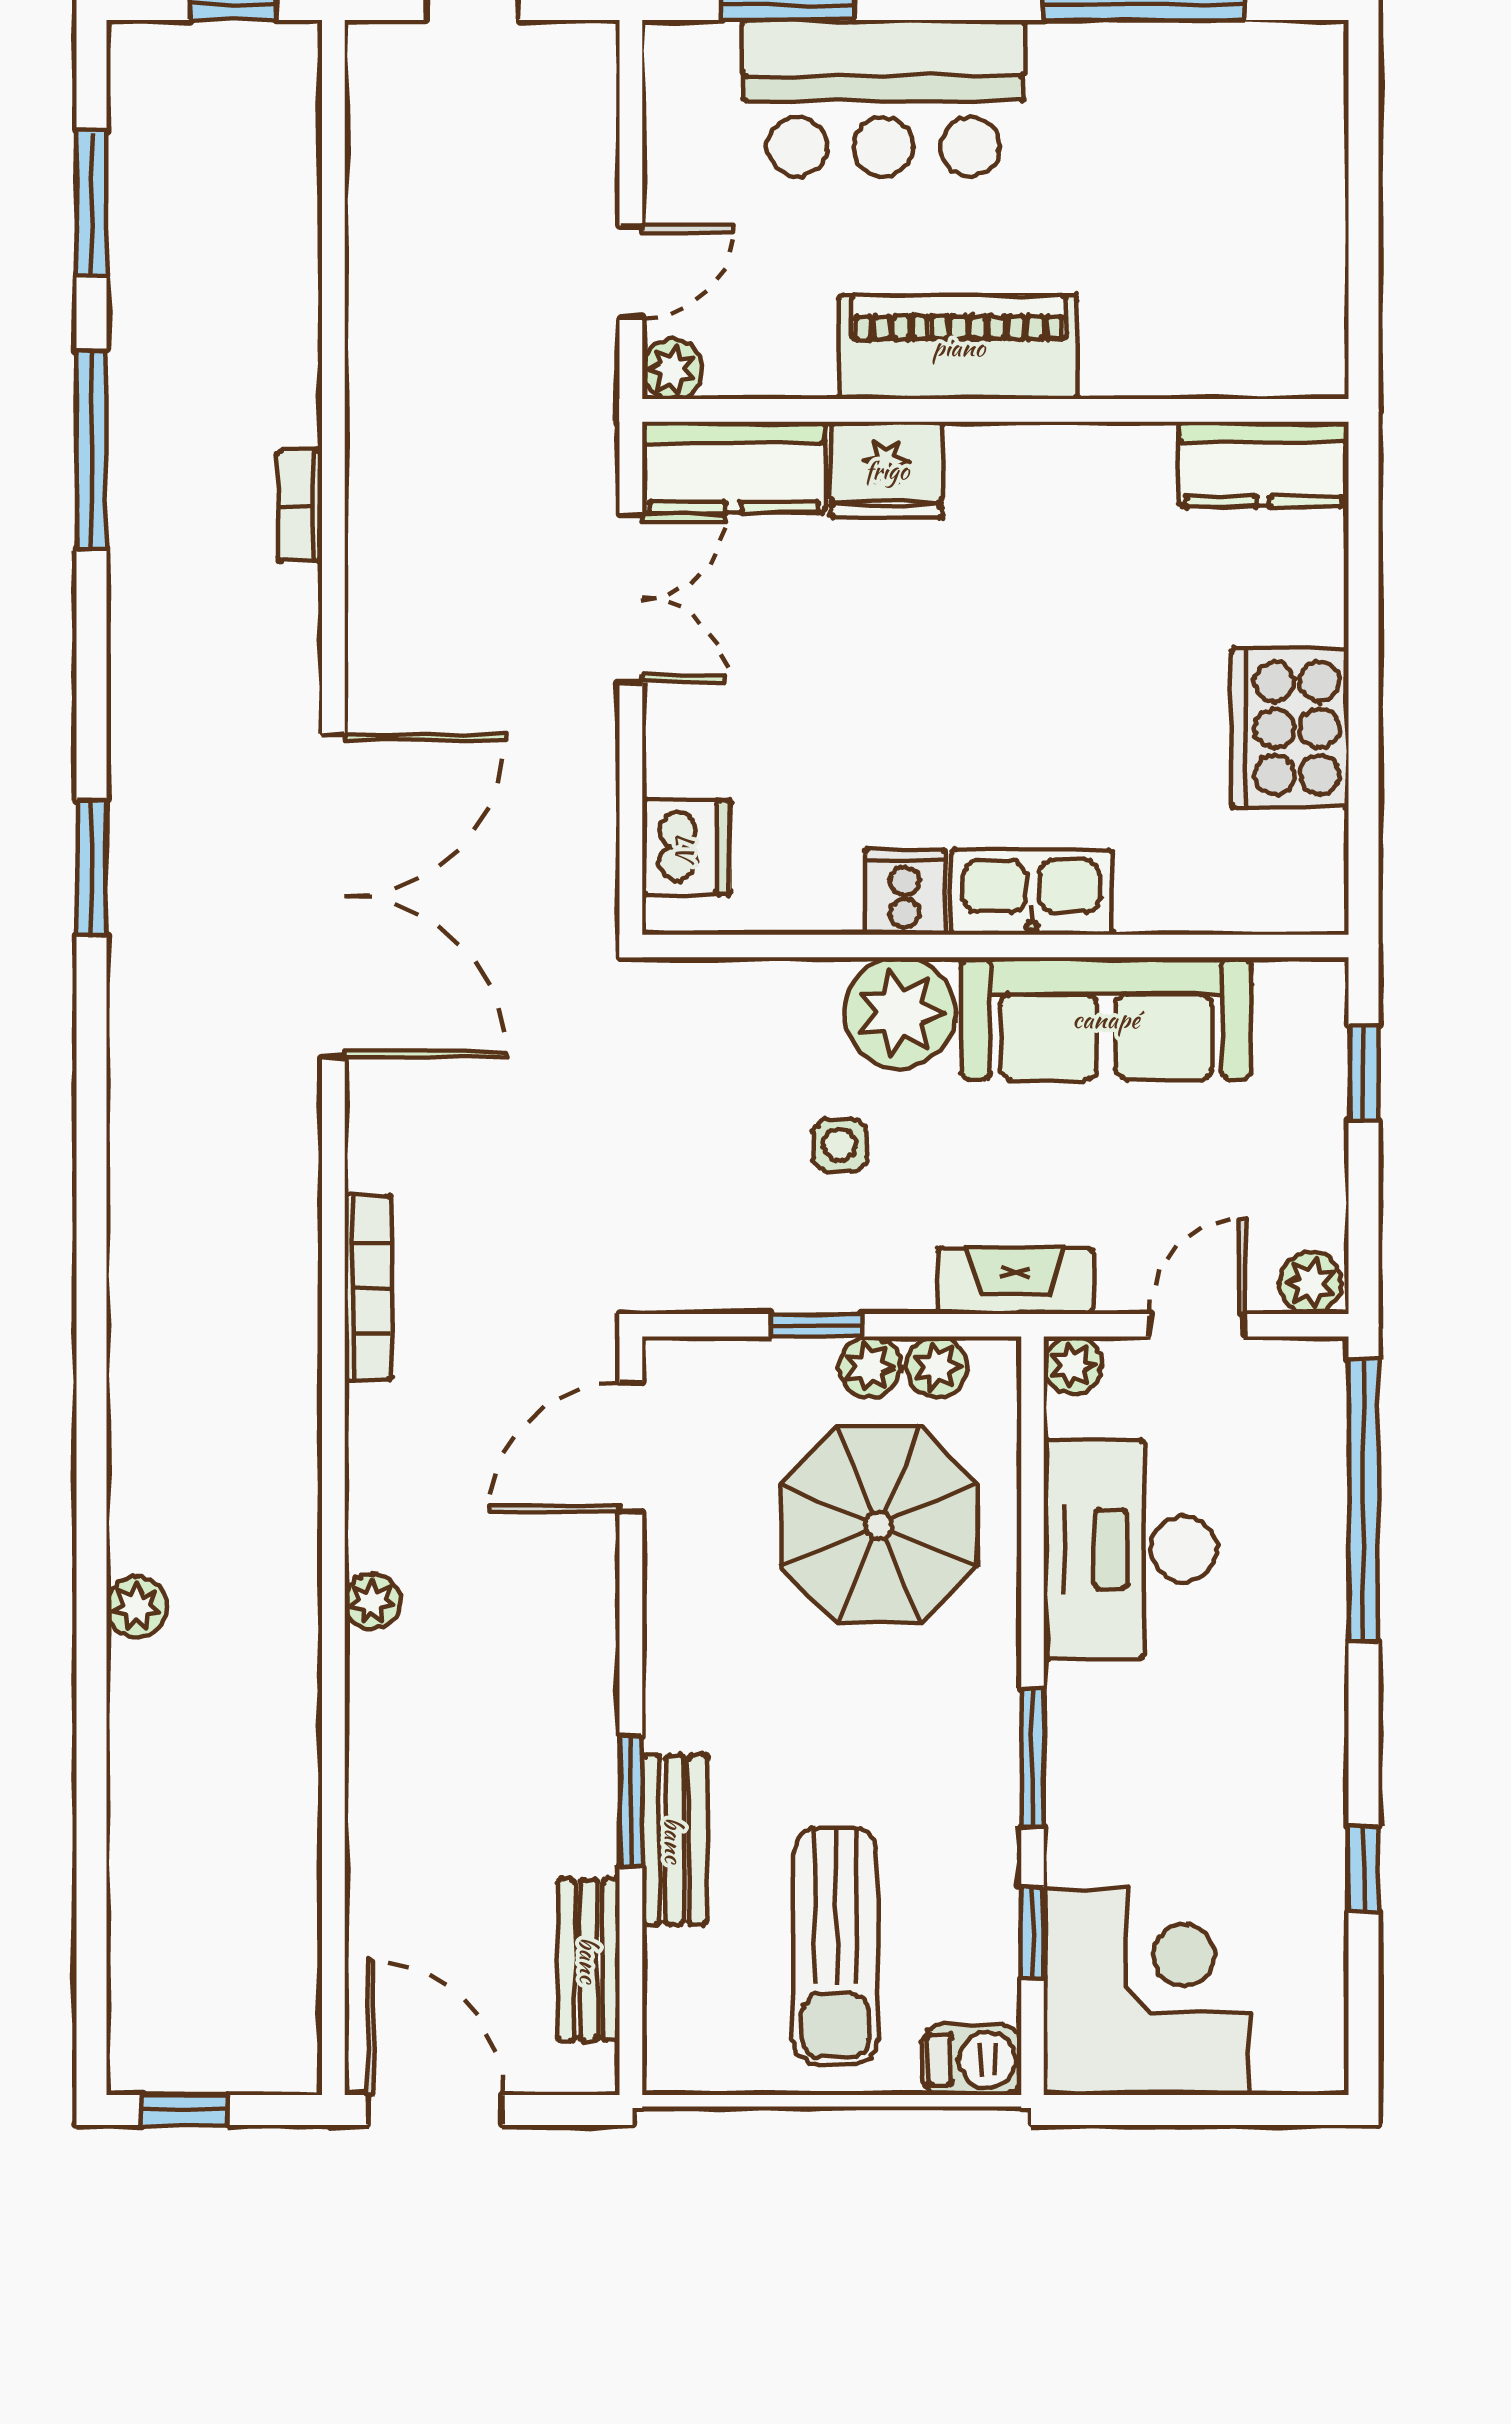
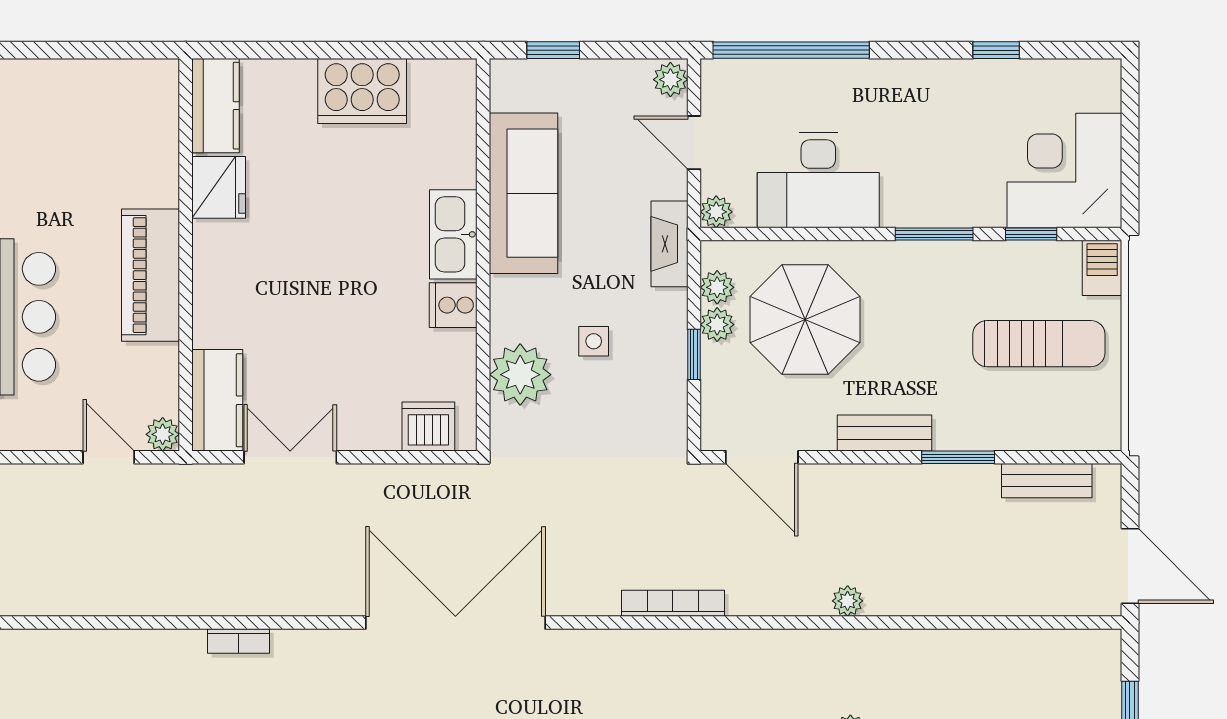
fridge: (887, 470) -> (219, 187), moved
plant: (900, 1013) -> (520, 375), moved
bench: (674, 1840) -> (885, 433), moved
door: (435, 2110) -> (1130, 566), swing flipped

